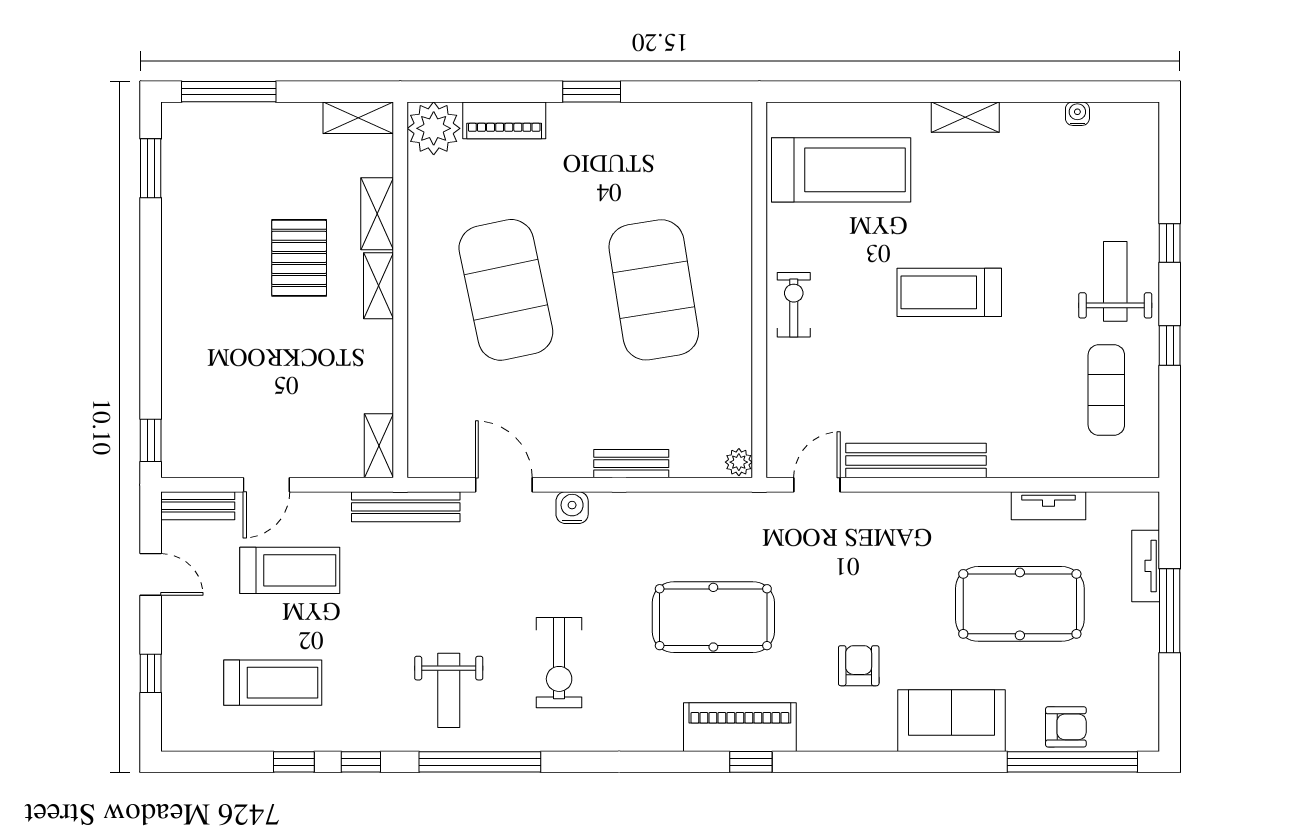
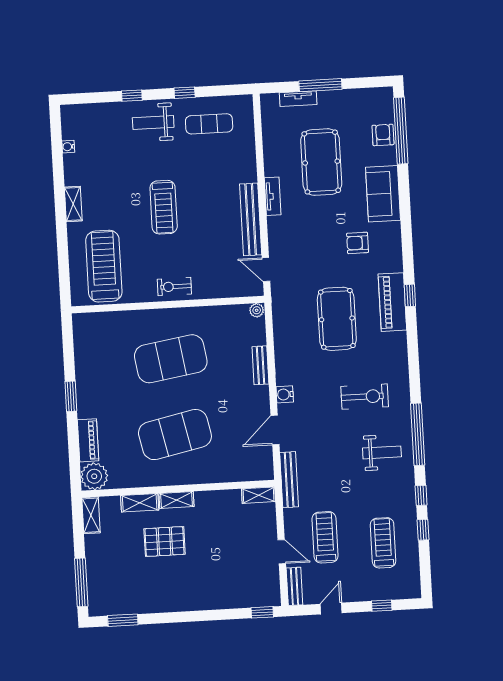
tv unit: (1048, 506) -> (273, 196), moved

